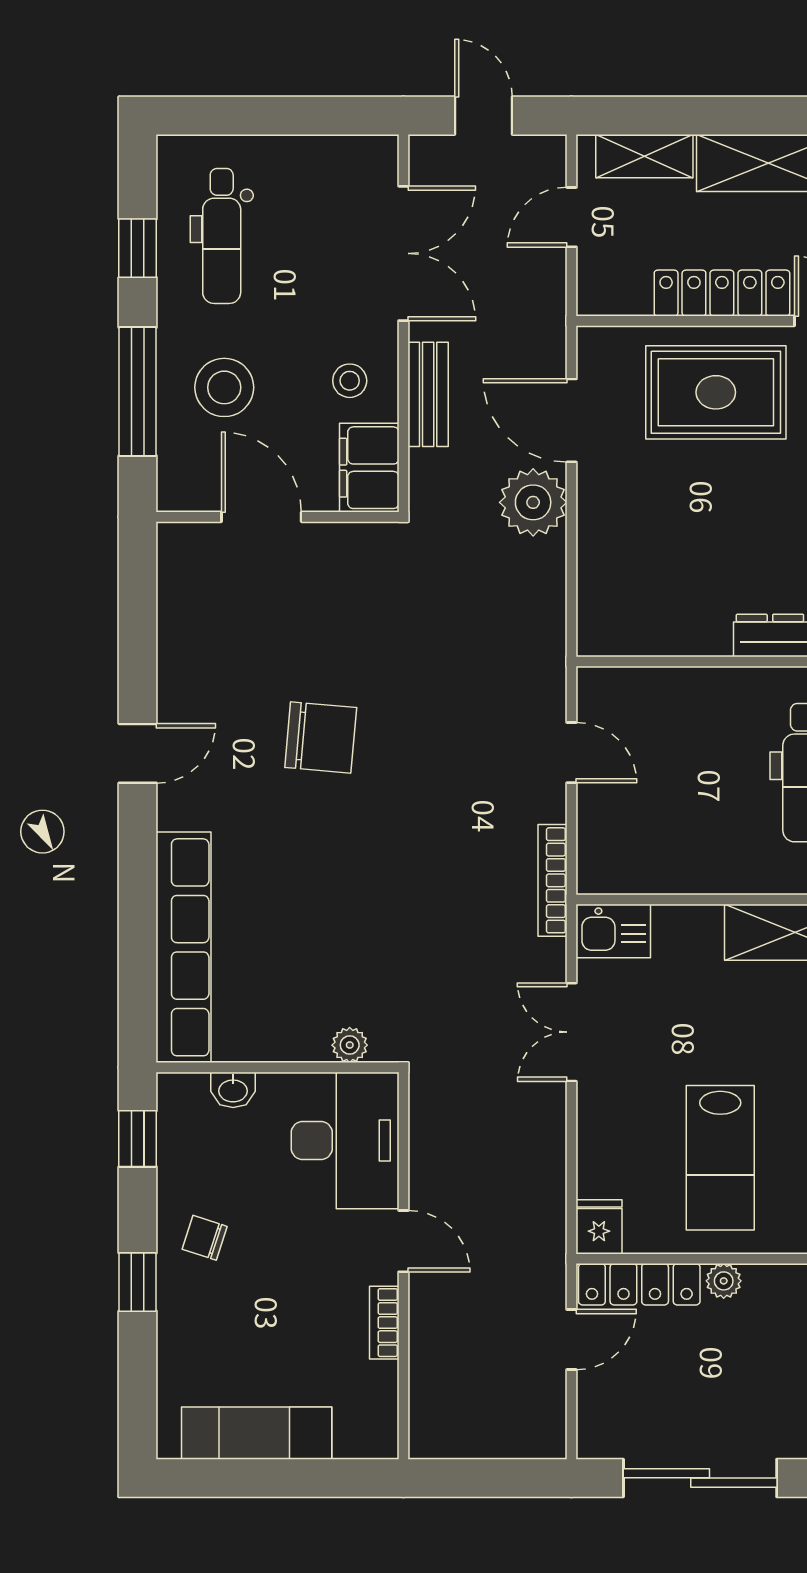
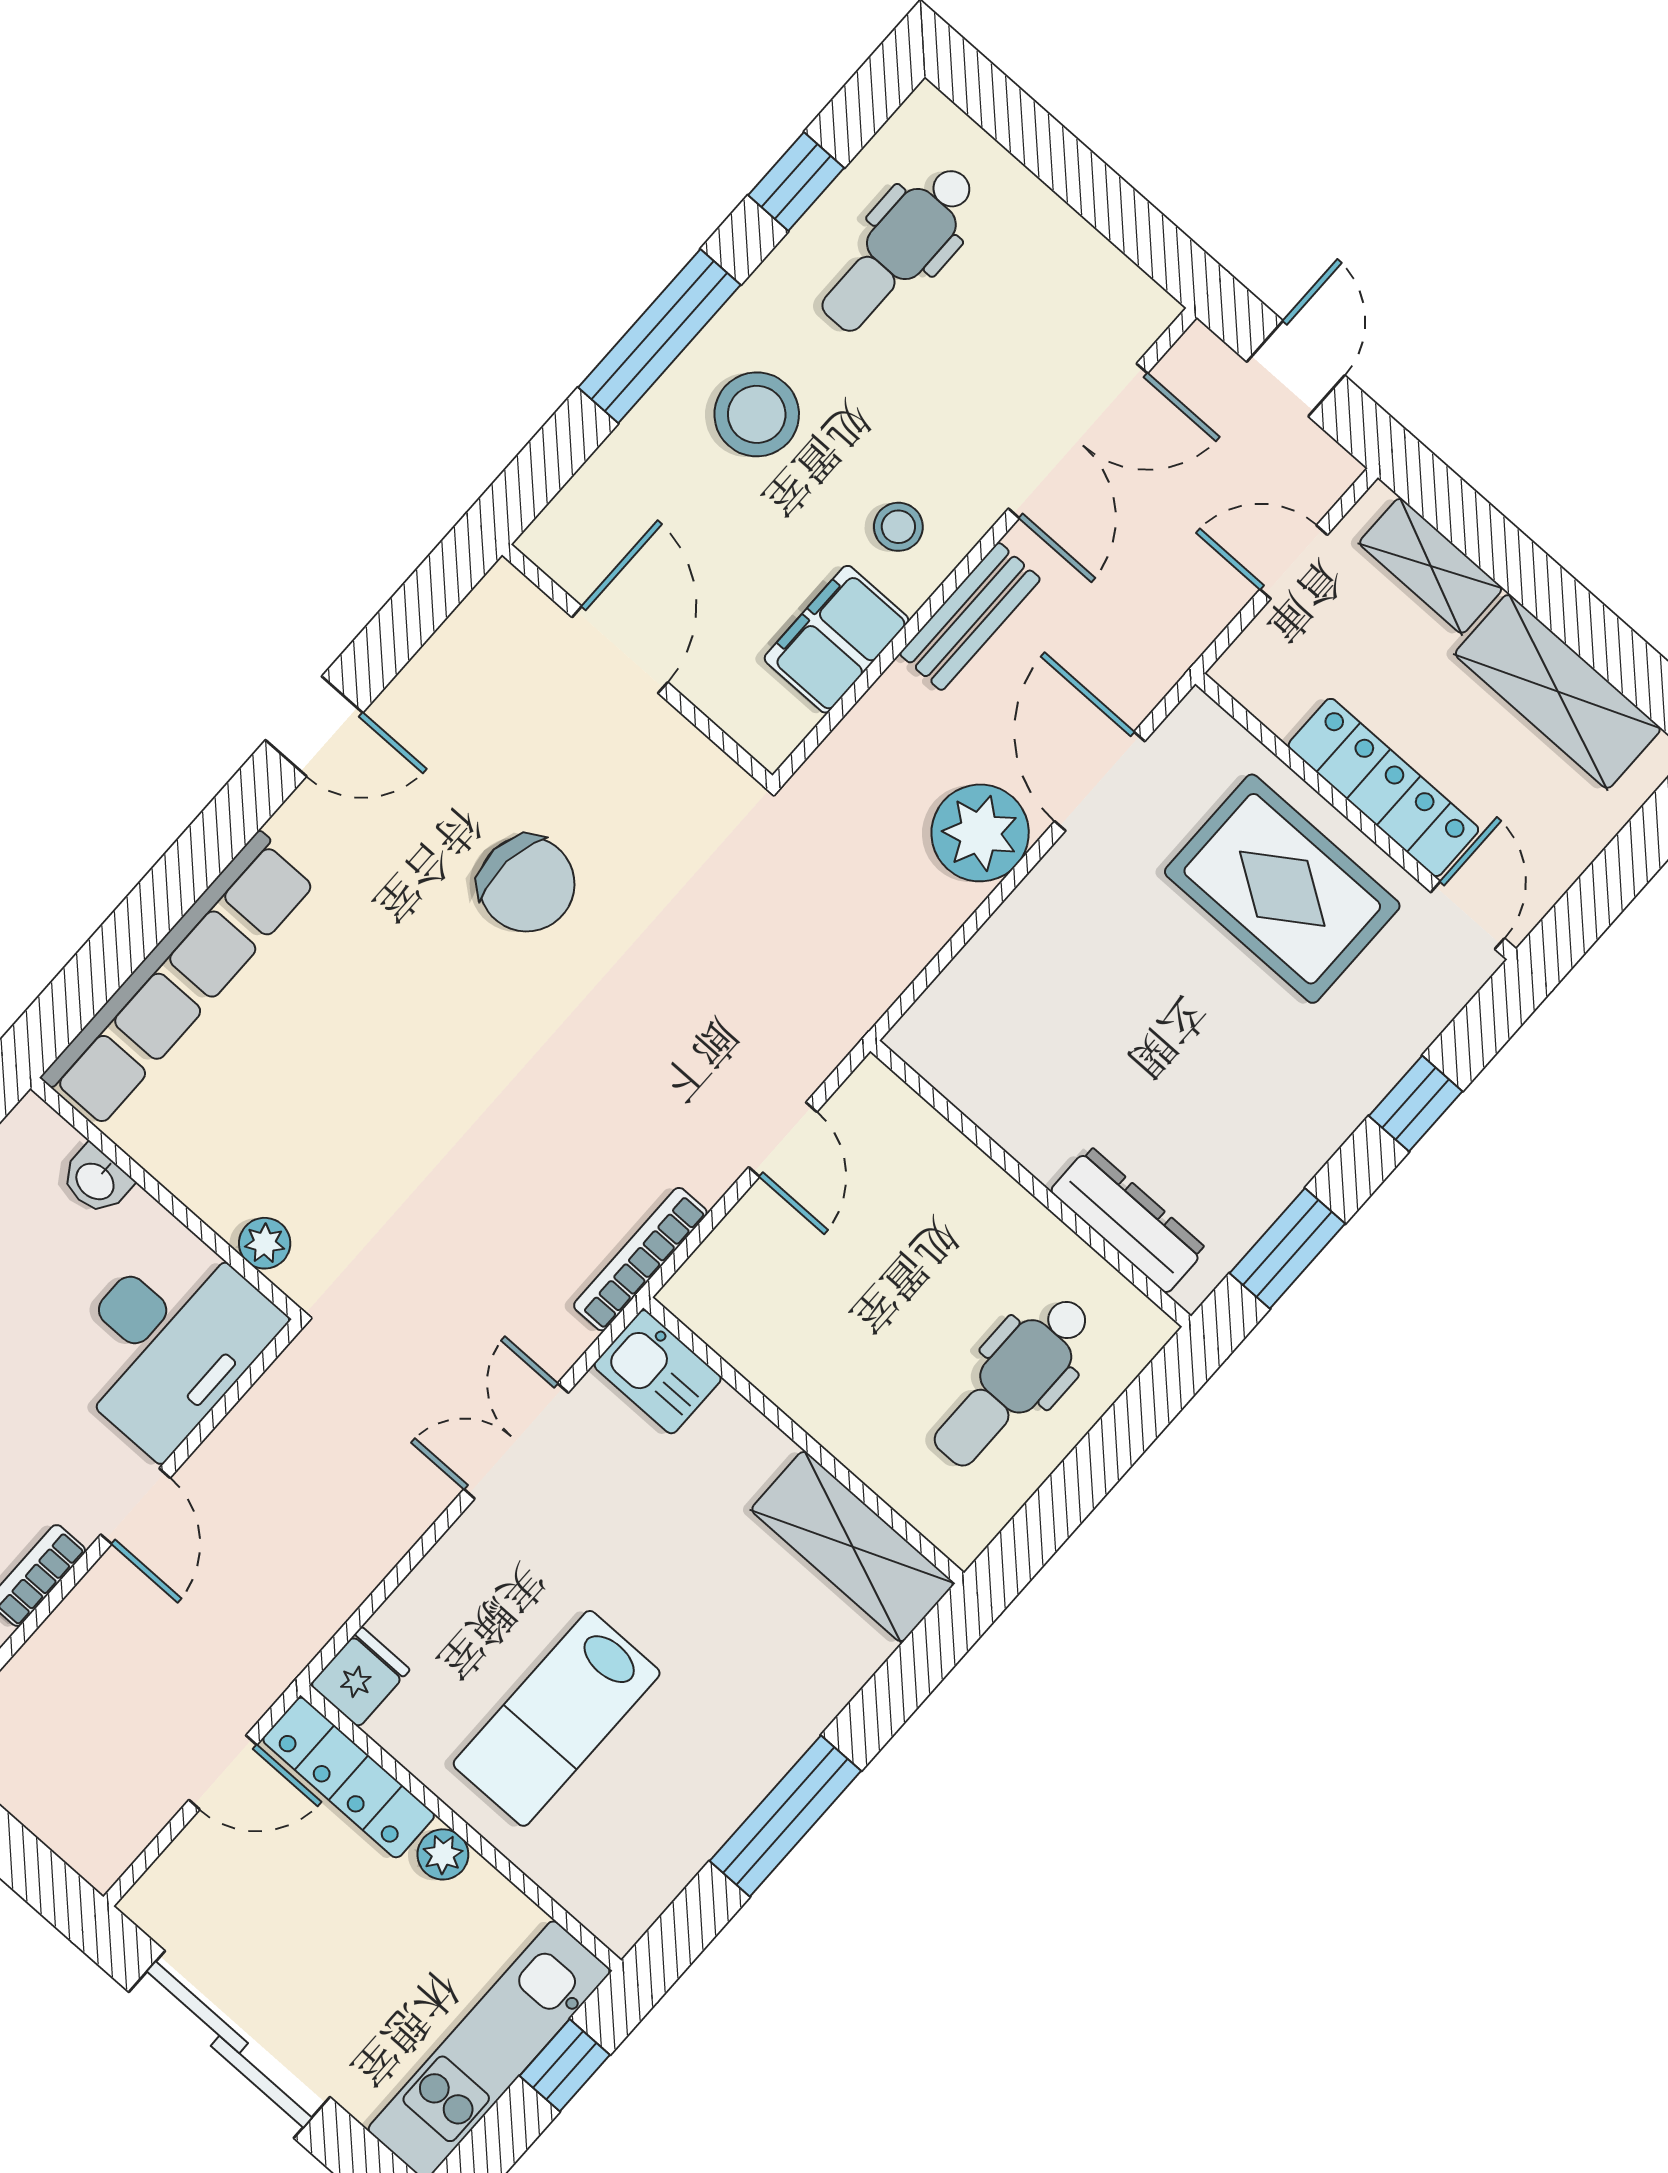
door: (261, 517) -> (620, 650), moved
wall: (278, 517) -> (637, 665), moved

